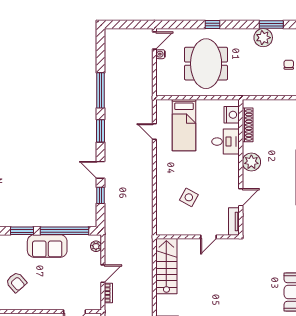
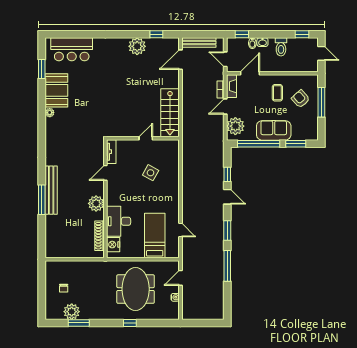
plant: (263, 38) -> (72, 312), moved
door: (154, 40) -> (180, 278), moved
desk: (226, 142) -> (119, 221), width x1.37
door: (208, 237) -> (146, 138), moved
plant: (96, 246) -> (235, 126), width x1.88, depth x1.88
coffee table: (43, 289) -> (277, 93), added
fireplace: (96, 297) -> (231, 86), added

